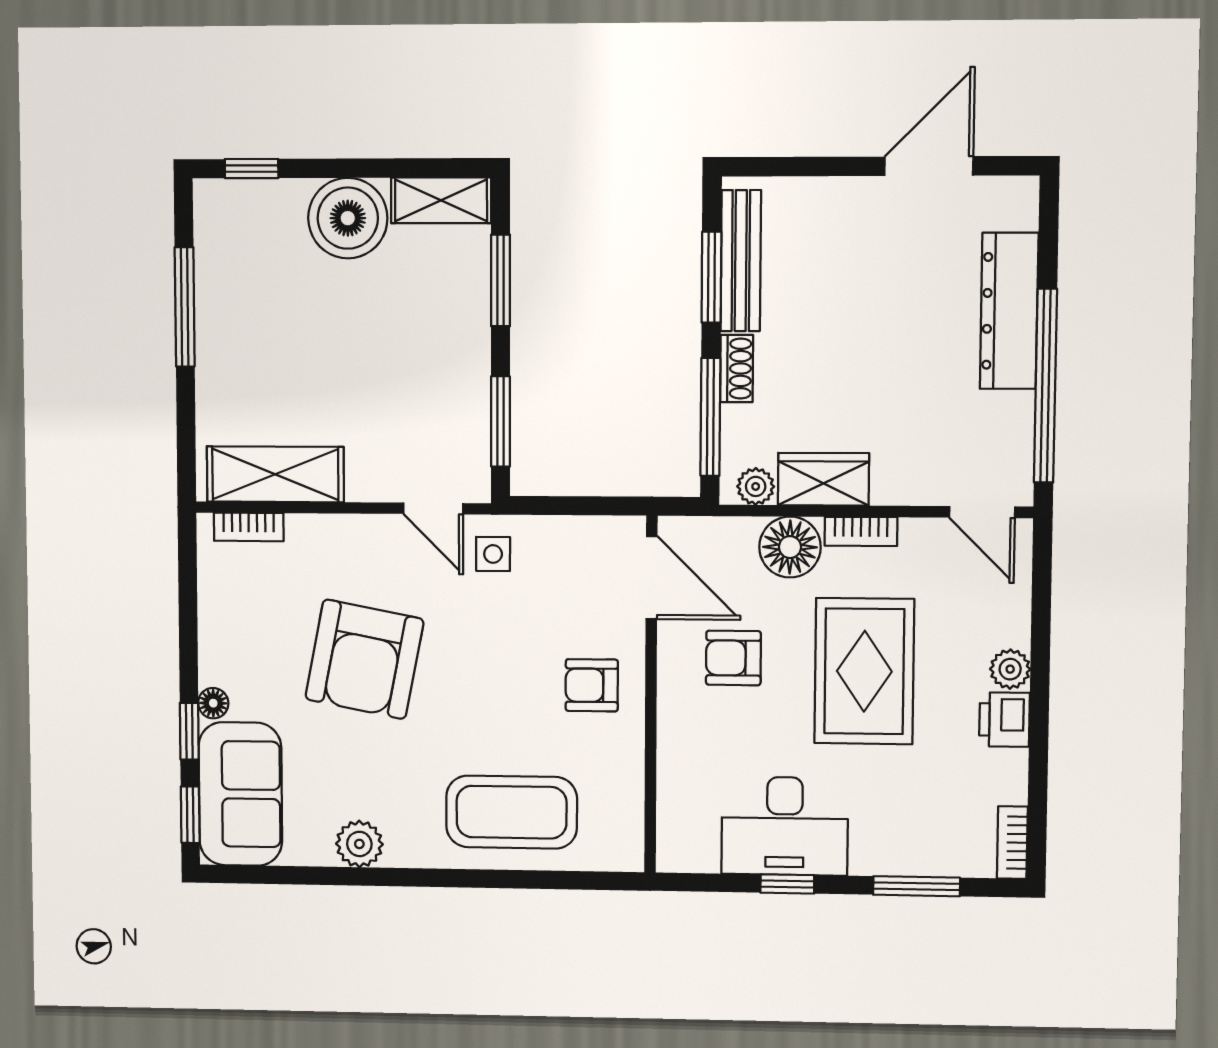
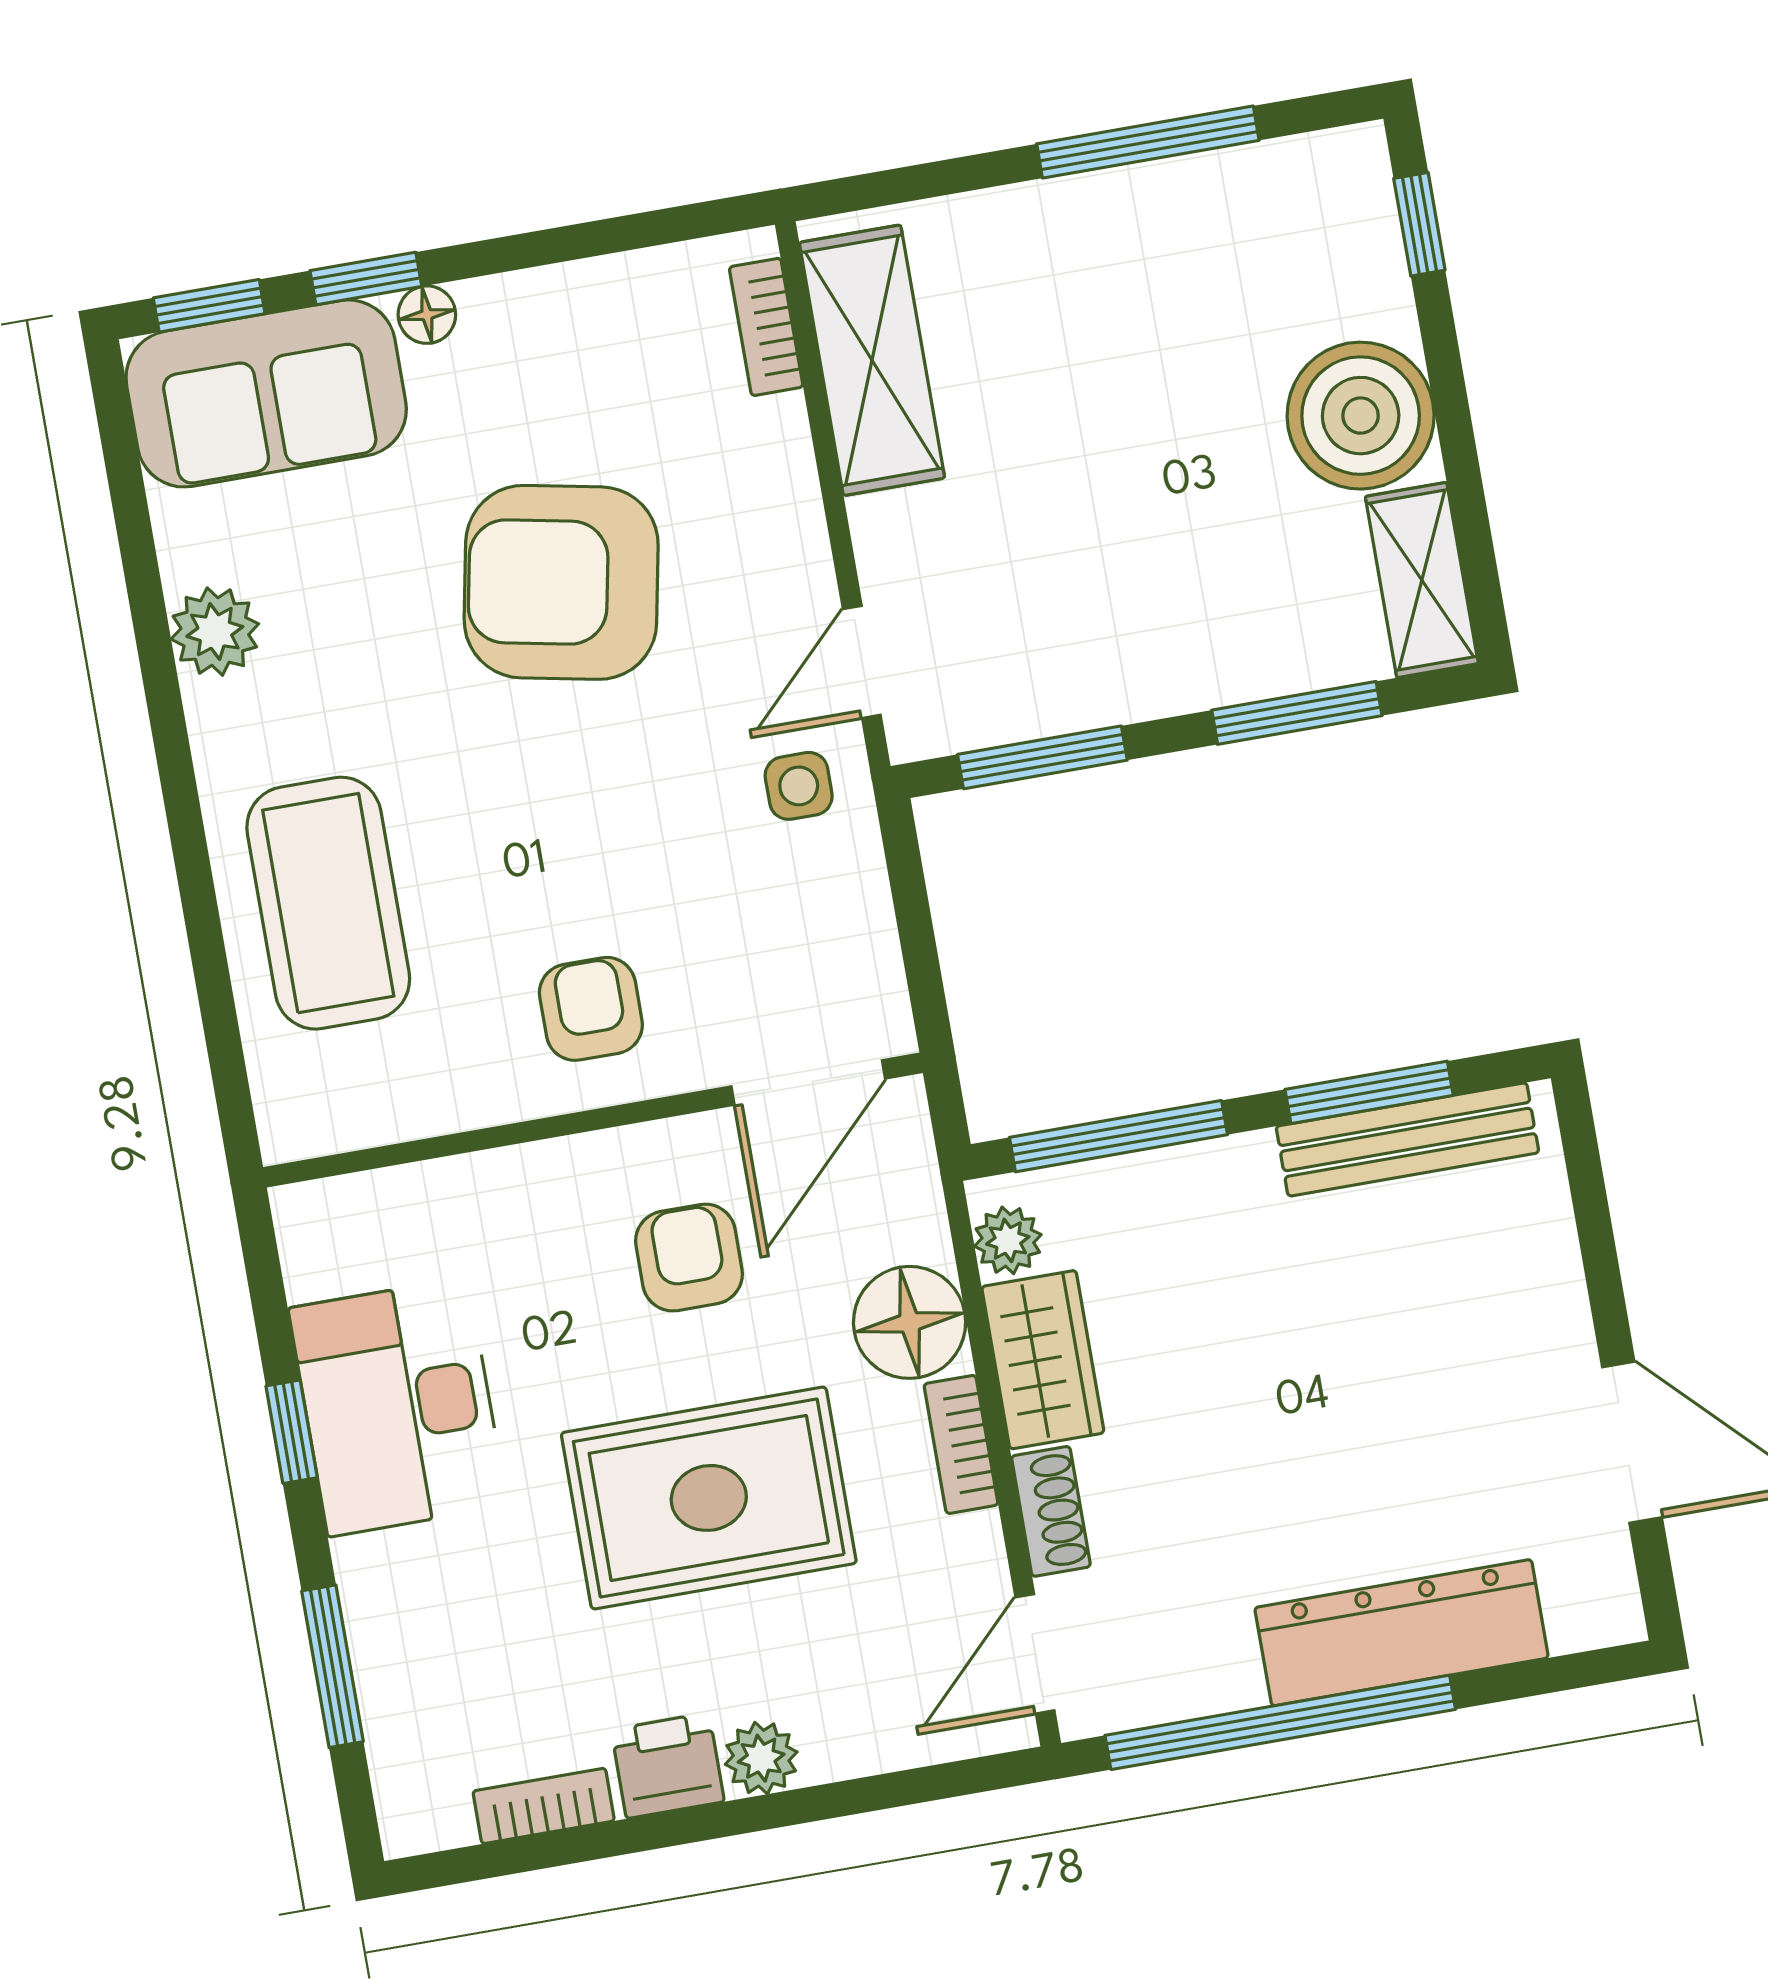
shoe rack: (737, 369) -> (1051, 1511), moved, turned -90
bookcase: (1012, 843) -> (544, 1806), moved

